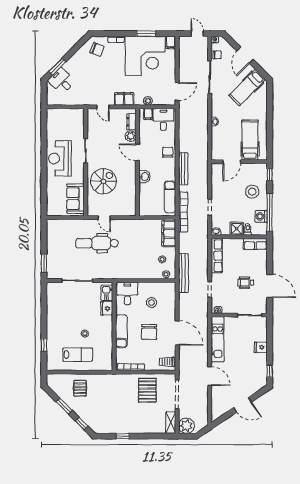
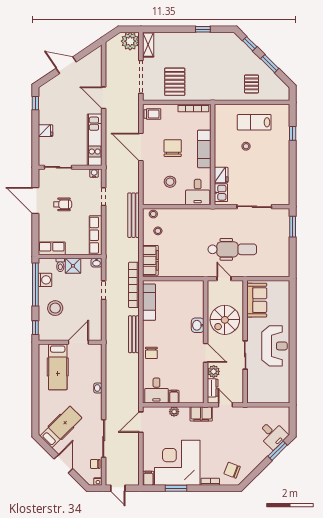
dresser: (131, 122) -> (213, 388), moved
plant: (131, 136) -> (214, 371), moved
door: (137, 152) -> (206, 353), moved
wall: (137, 162) -> (206, 342), moved
washbasin: (144, 177) -> (198, 325), moved

